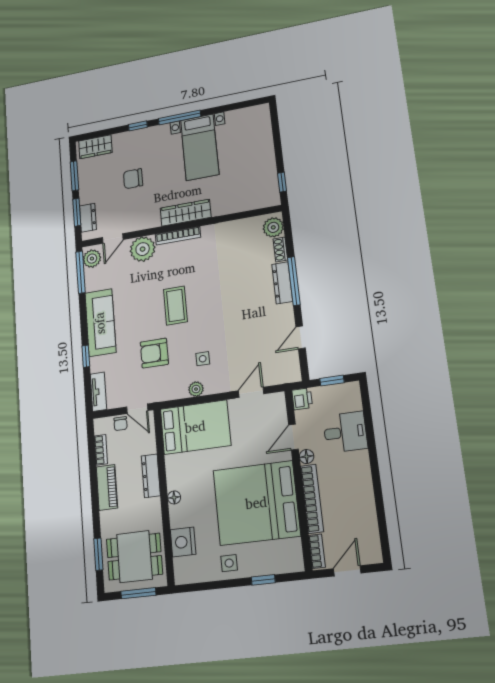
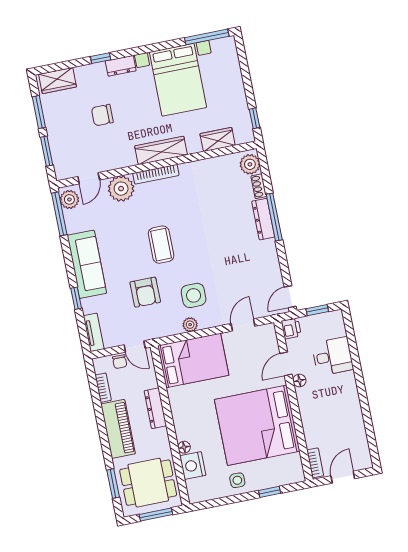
window: (179, 117) -> (207, 37), moved
bed with nightstands: (200, 147) -> (178, 80), width x1.36
wardrobe: (243, 203) -> (218, 139), added
dresser: (88, 218) -> (121, 66), moved, turned 90
door: (301, 337) -> (290, 297), moved
armchair: (154, 353) -> (145, 292), turned -90
side table: (203, 359) -> (194, 295), width x1.87, depth x1.87
piano: (107, 487) -> (118, 429), width x1.37, depth x1.33
floor lamp: (174, 497) -> (184, 447), moved
bookcase: (312, 499) -> (307, 418), removed

